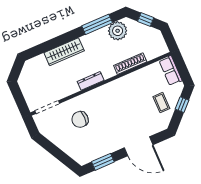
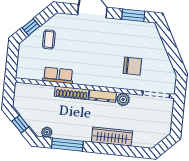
plant: (118, 31) -> (47, 132), width x0.53, depth x0.53
shoe rack: (130, 64) -> (72, 93), moved
row of seats: (171, 71) -> (58, 75), moved, turned -90
plant: (72, 88) -> (123, 99), added

